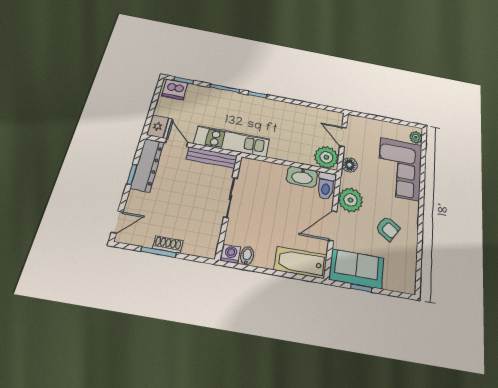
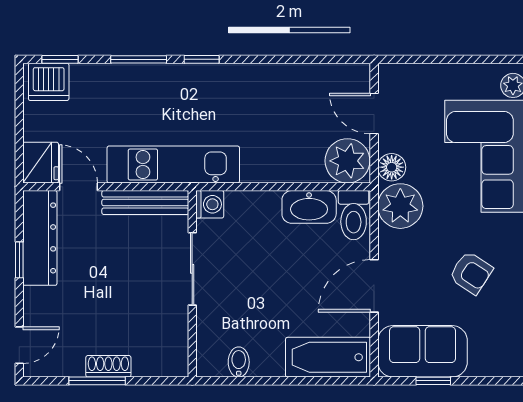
plant: (351, 200) -> (400, 206), moved
washing machine: (231, 254) -> (210, 204), moved, turned 90

